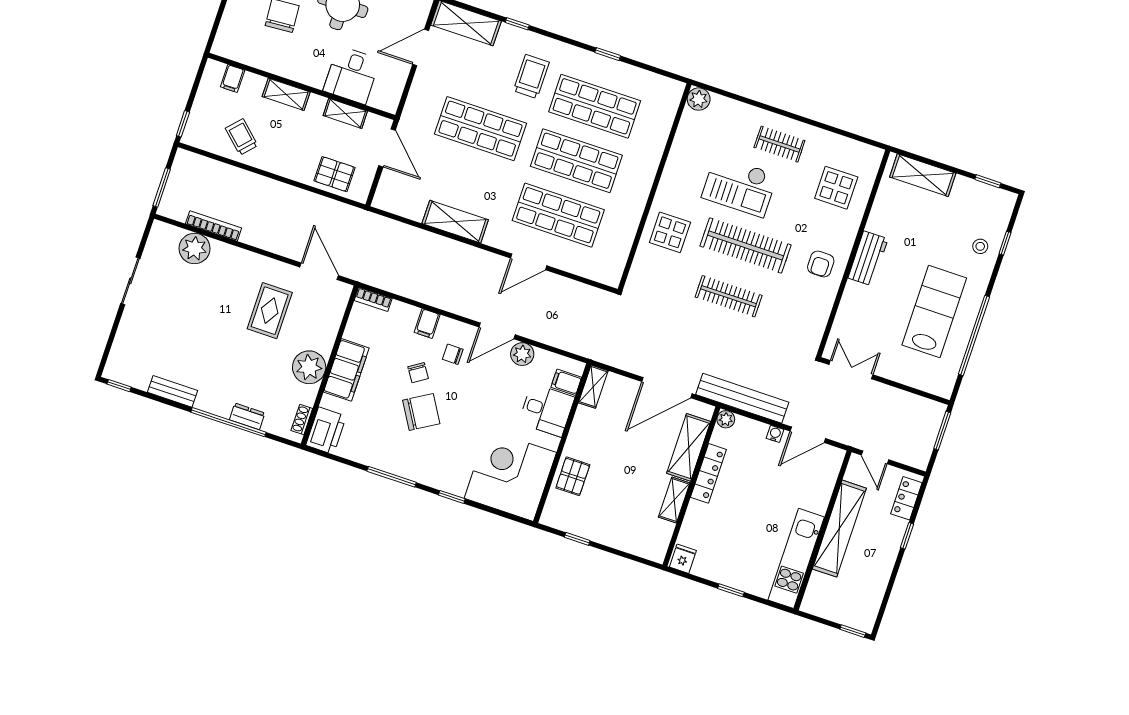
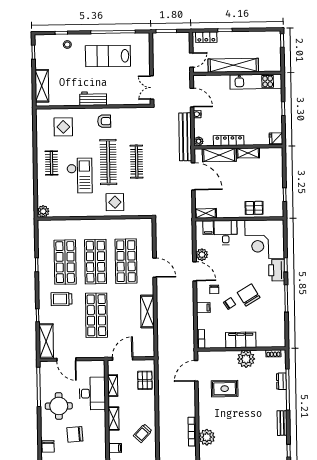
desk: (352, 75) -> (92, 394), width x1.37
printer: (326, 431) -> (277, 270), moved, turned -90

